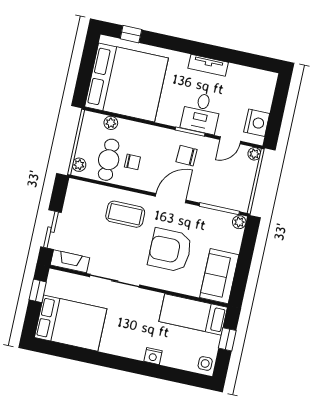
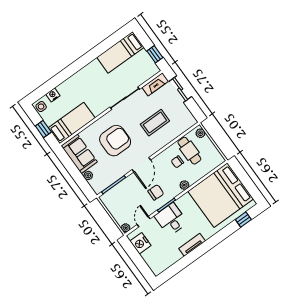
plant: (111, 123) -> (184, 185), moved
coffee table: (125, 214) -> (155, 123), moved
plant: (239, 222) -> (88, 175), moved
bed: (71, 323) -> (120, 52), width x0.67
nightstand: (153, 356) -> (53, 95), moved

